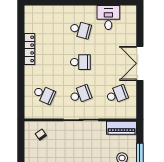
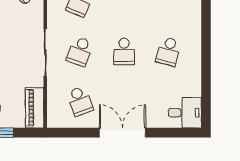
desk: (108, 18) -> (185, 113), moved
school desk: (80, 94) -> (80, 51), turned 42

